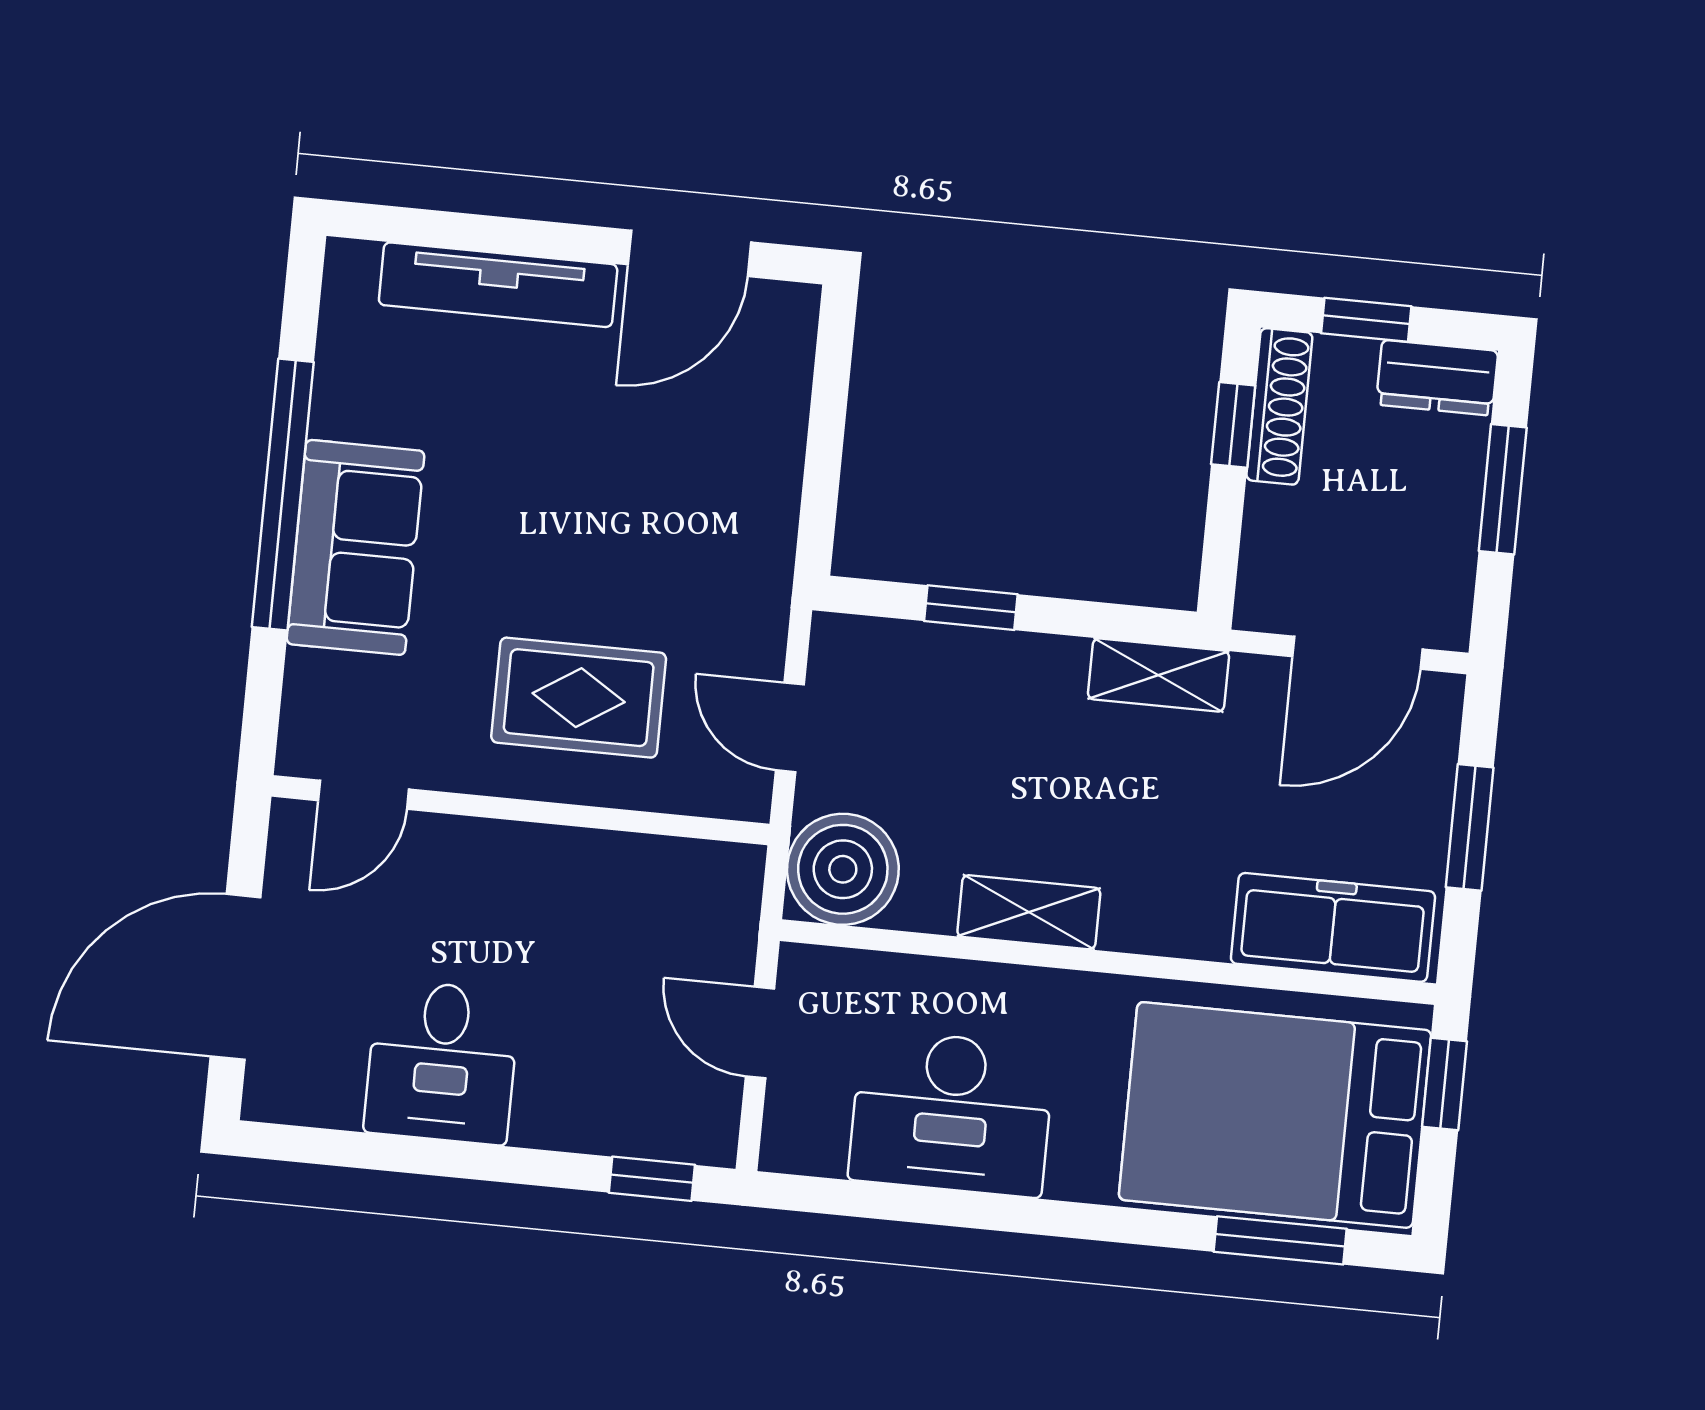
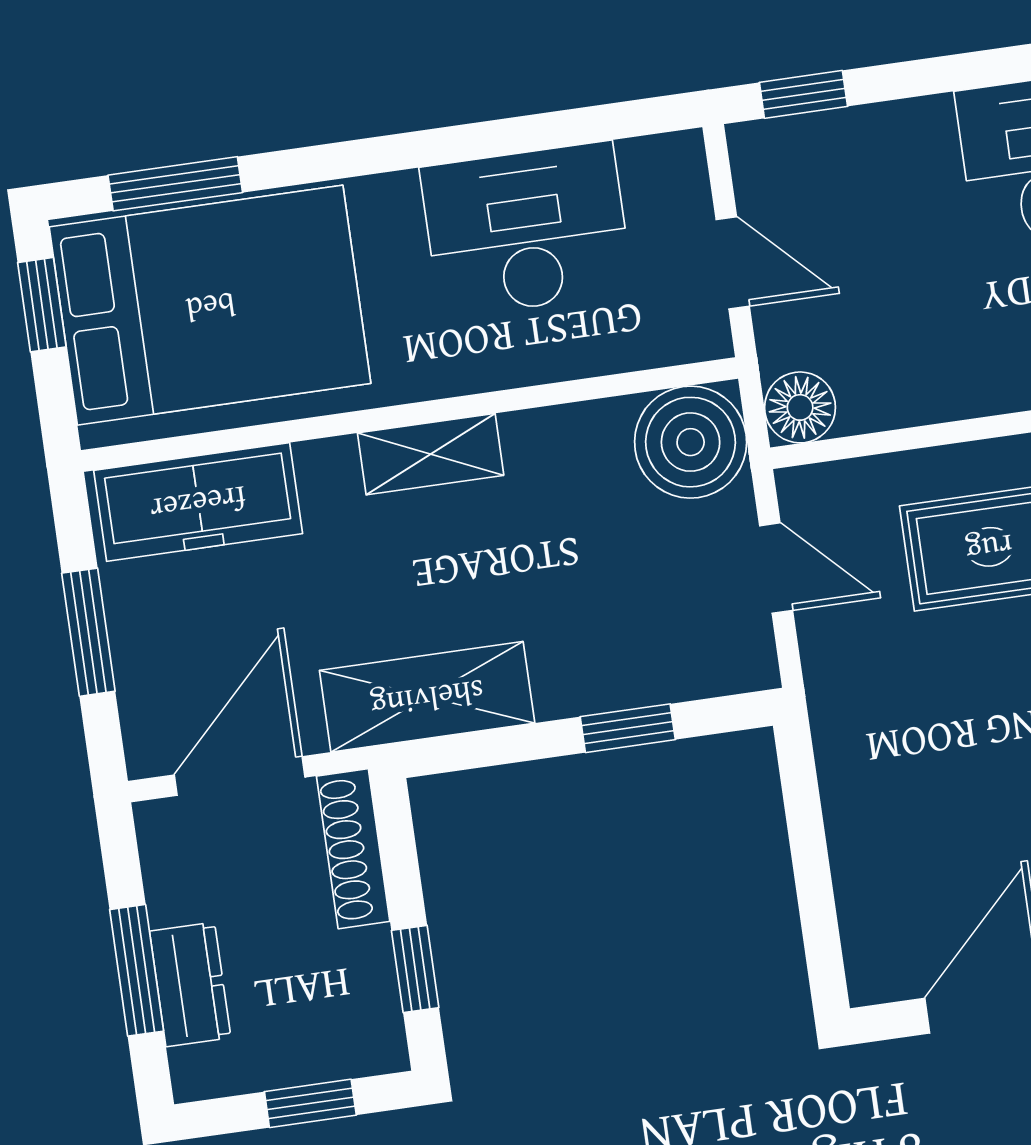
dresser: (1437, 378) -> (190, 984), moved, turned 90
shoe rack: (1279, 406) -> (353, 849), moved
shelving: (1159, 675) -> (427, 697), width x1.50, depth x1.33
floor lamp: (729, 877) -> (800, 407), added
shelving: (1029, 912) -> (431, 454), moved
window: (1444, 1084) -> (42, 305), moved

